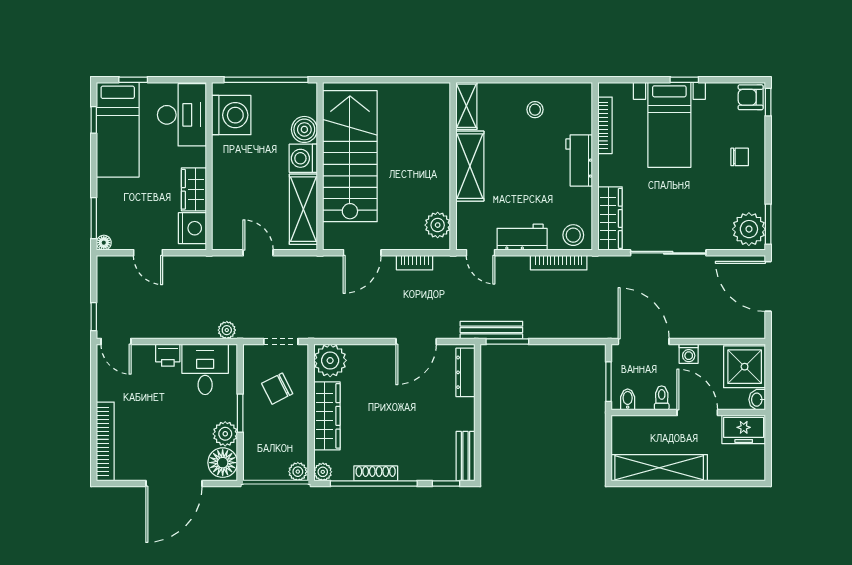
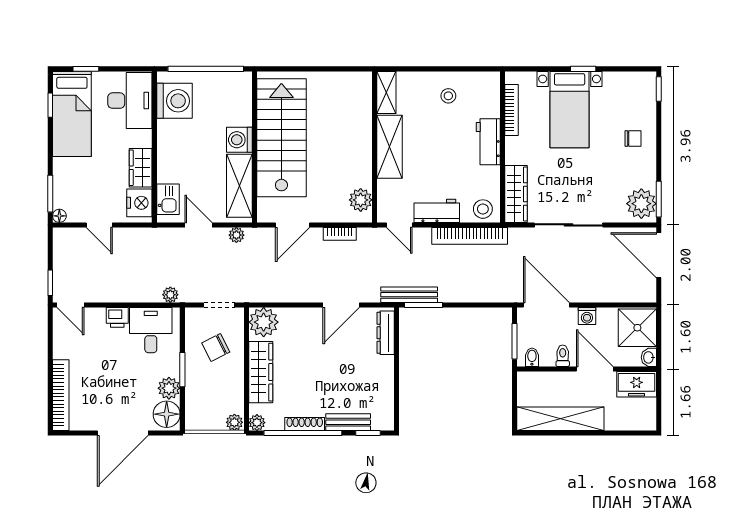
armchair: (751, 97) -> (643, 85), removed
boiler: (304, 129) -> (240, 114), removed
kitchen sink: (224, 224) -> (168, 199), added
bookcase: (559, 263) -> (470, 236), width x1.48, depth x1.31
plant: (300, 264) -> (236, 235), added
bench: (465, 456) -> (348, 422), moved, turned 90

